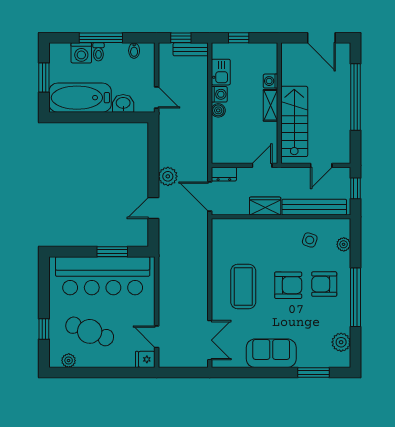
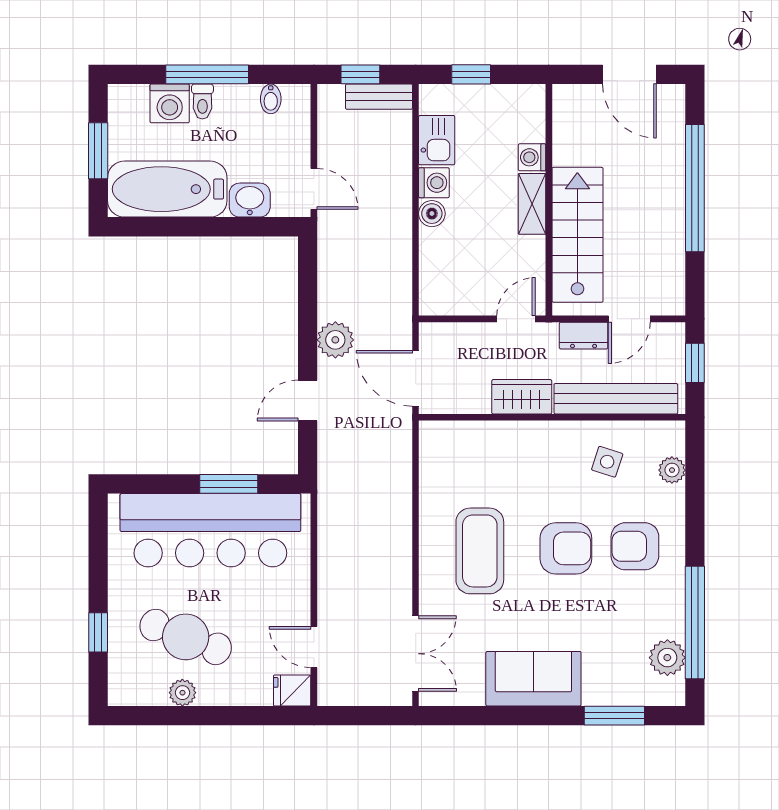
dresser: (224, 174) -> (584, 336), moved
window: (356, 297) -> (695, 622), moved
plant: (69, 361) -> (182, 693), moved

